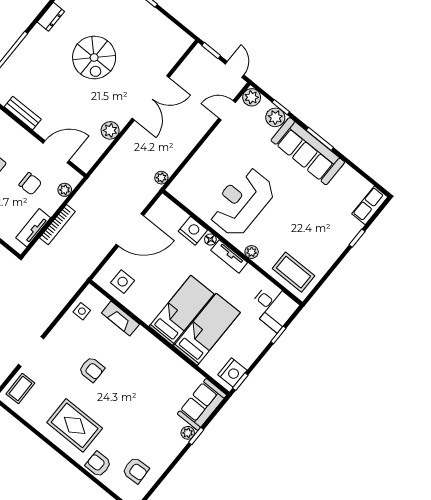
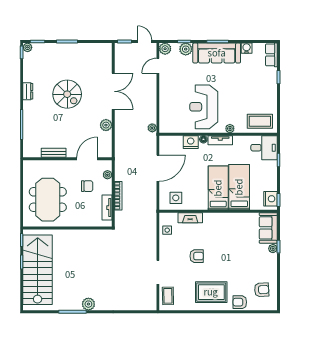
water cooler: (347, 174) -> (247, 48), added

